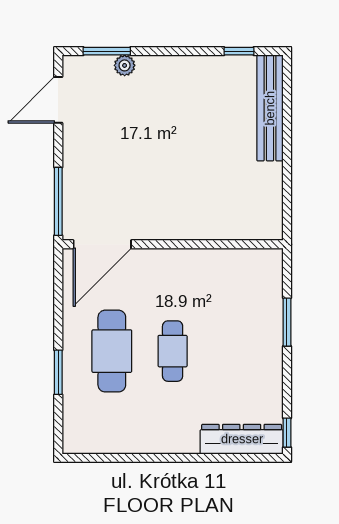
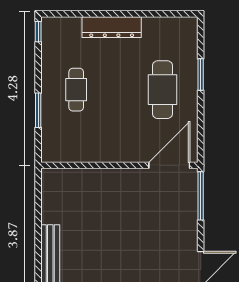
cafe table: (173, 351) -> (76, 90), moved
dresser: (242, 439) -> (112, 27), moved

